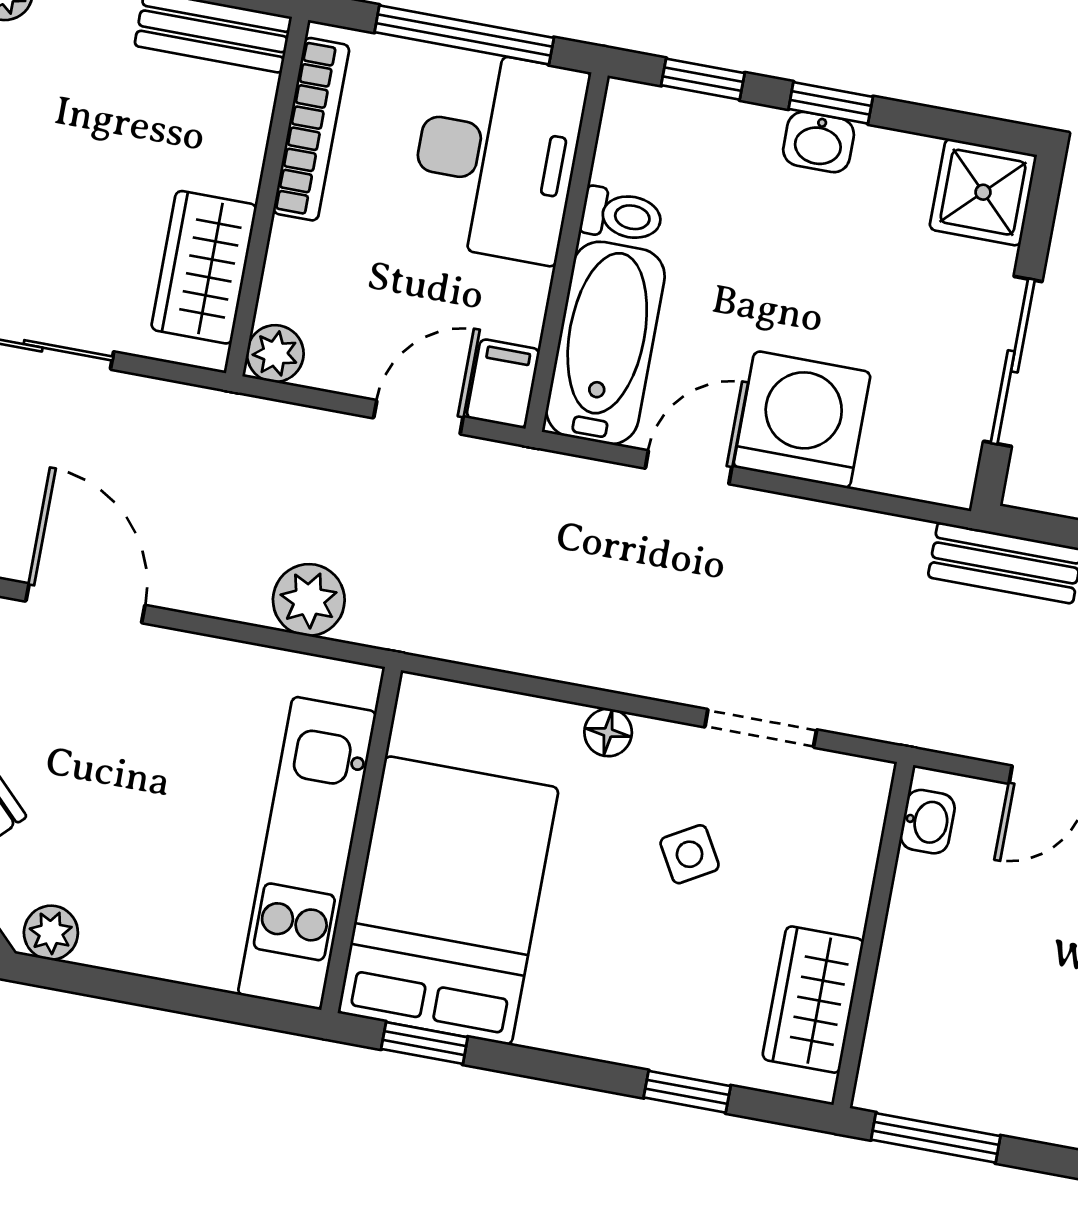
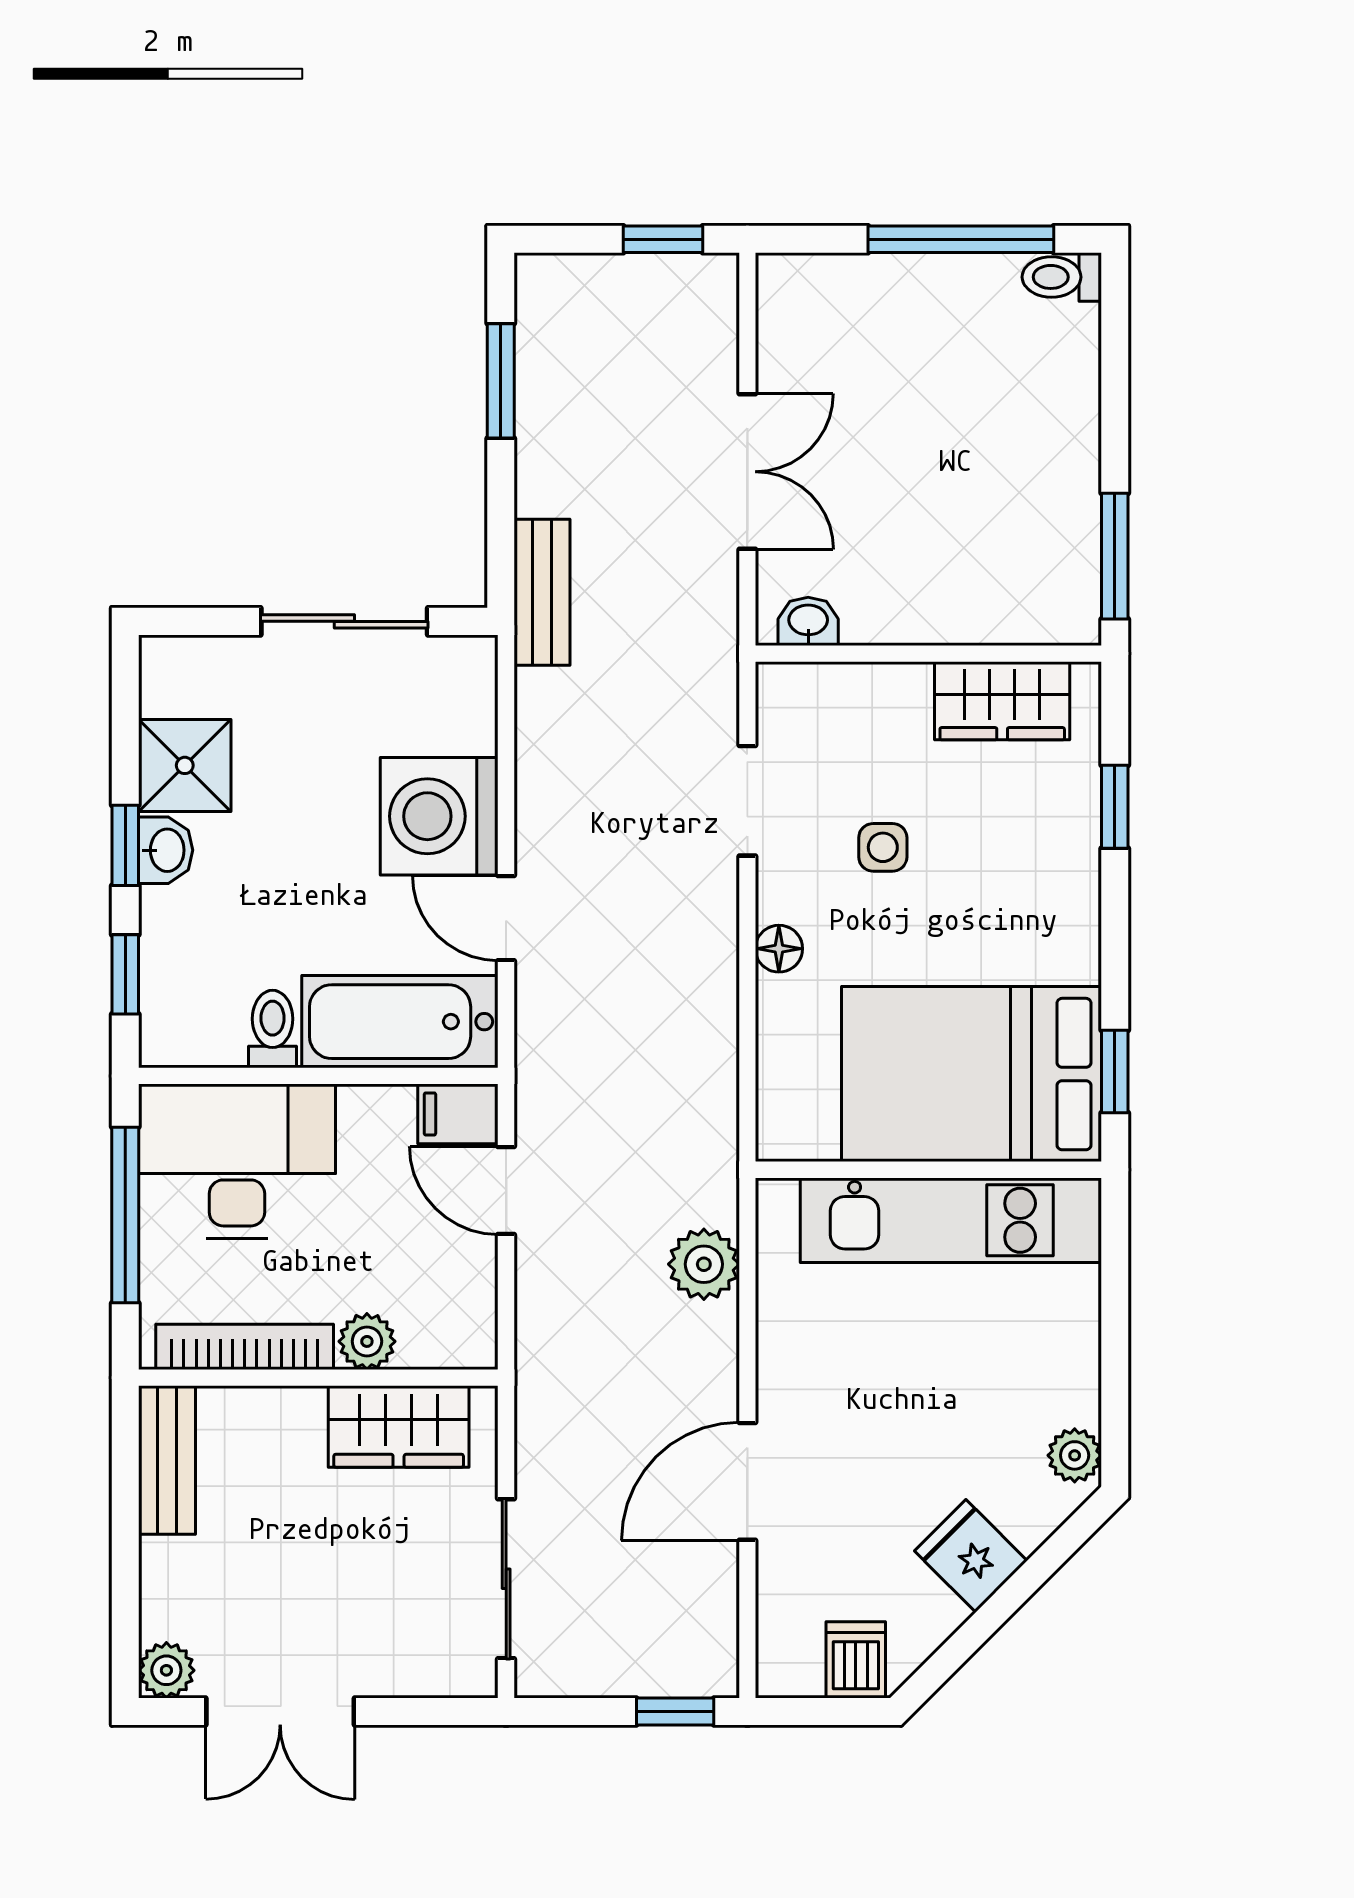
shower: (983, 192) -> (185, 765), moved
plant: (275, 354) -> (367, 1341), moved
side table: (690, 854) -> (883, 847), turned 30

